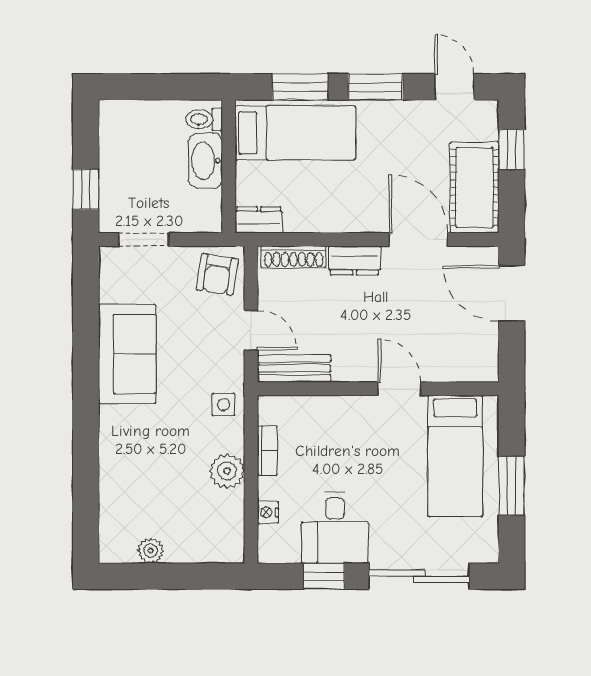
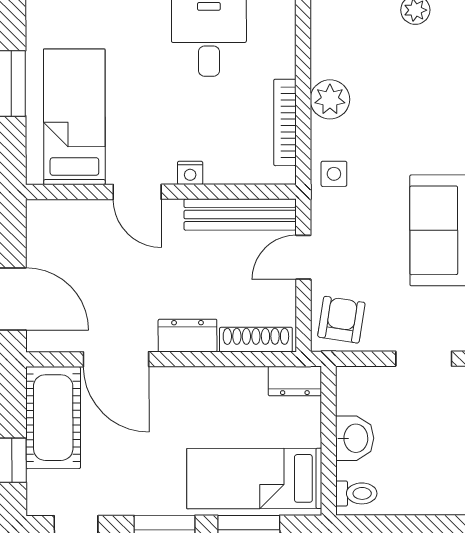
washbasin: (205, 161) -> (355, 438), width x0.72
door: (251, 330) -> (303, 257), hinge flipped
bench: (294, 368) -> (240, 214), width x1.36
bookcase: (267, 450) -> (285, 122), width x1.56
nightstand: (268, 512) -> (190, 173), moved, turned 90

